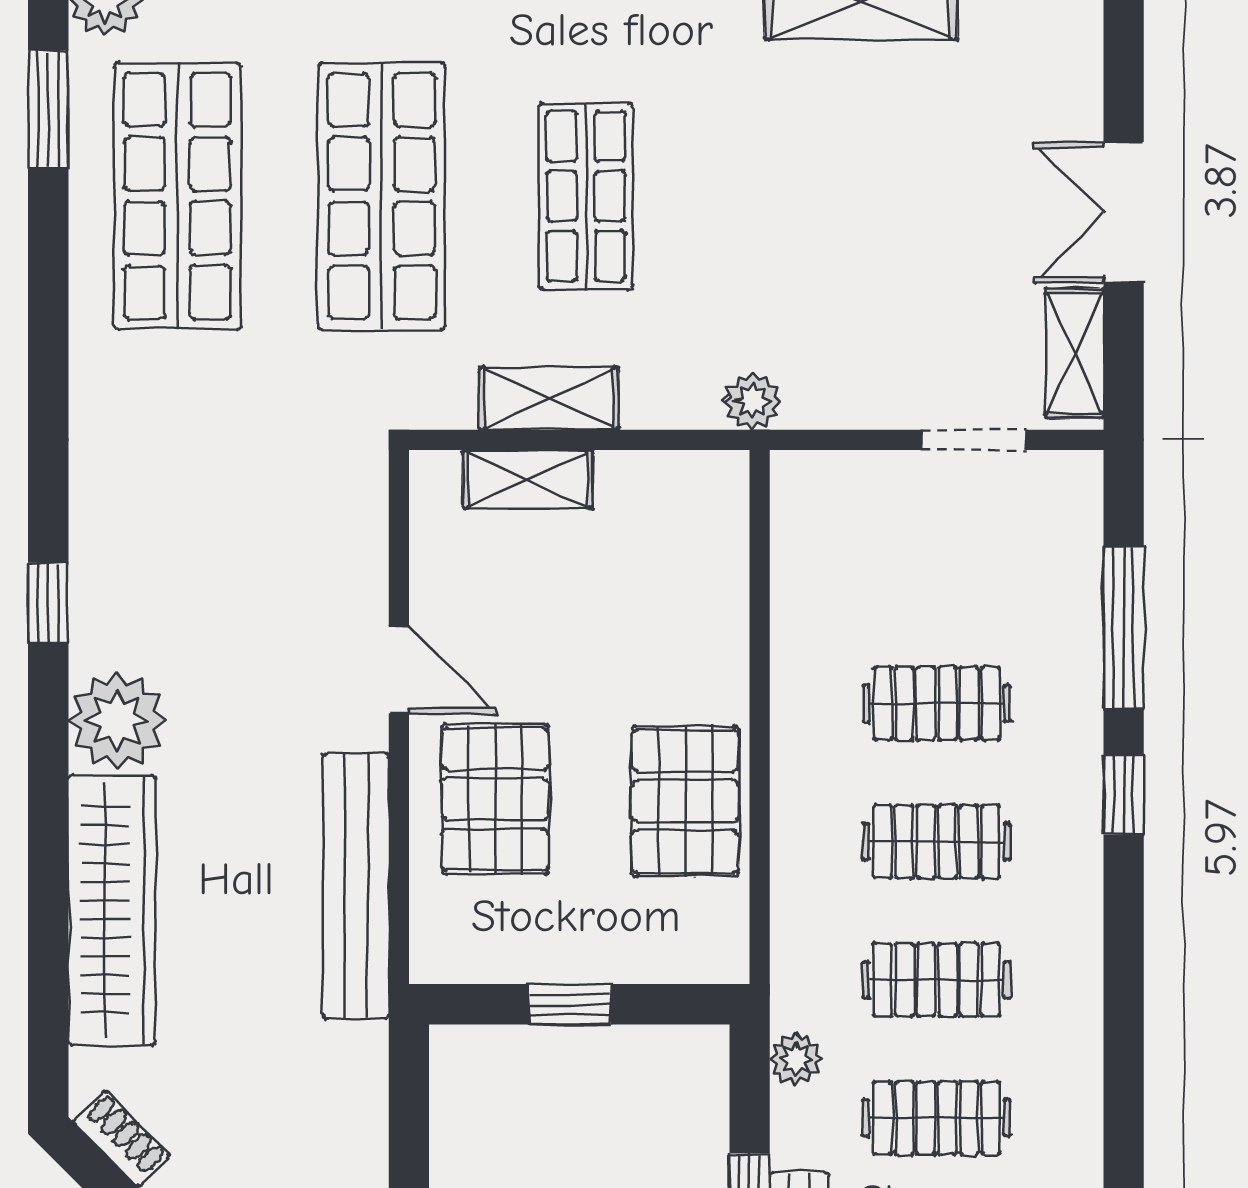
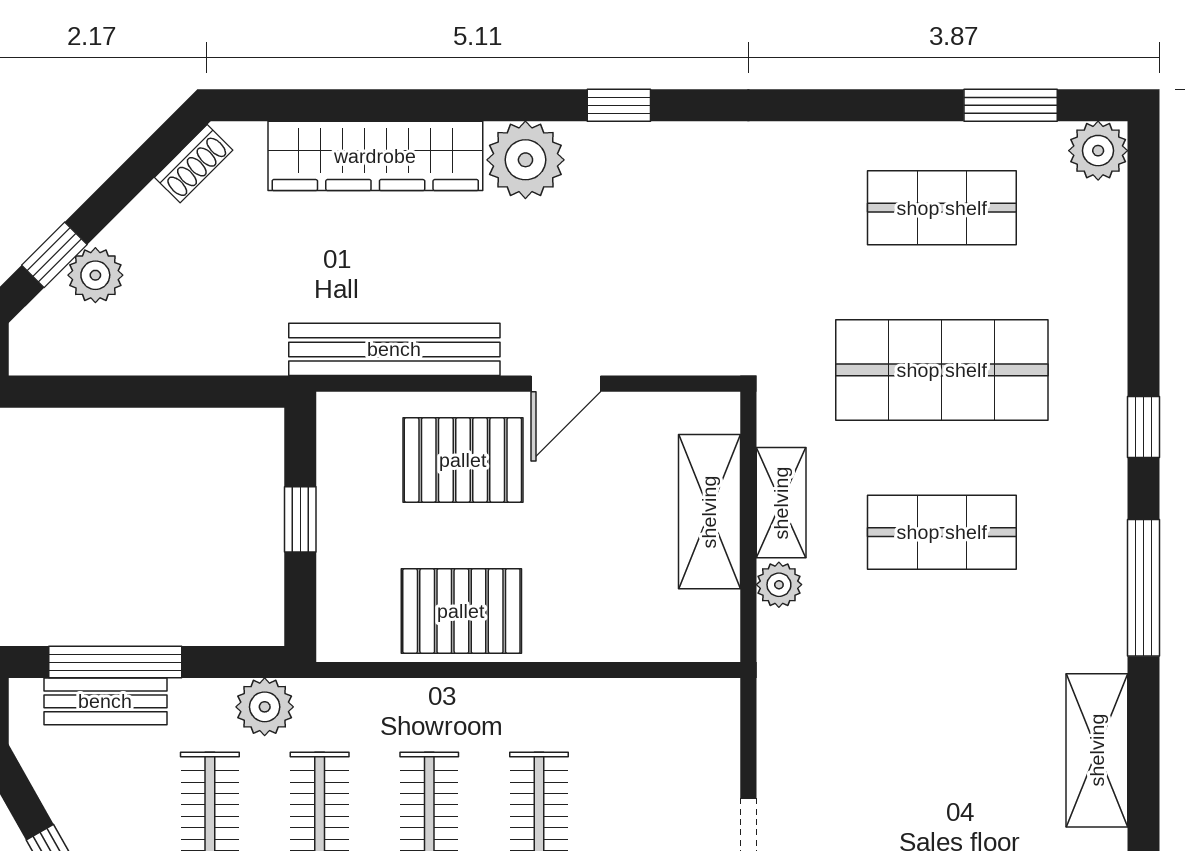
shop shelf: (177, 196) -> (942, 208), width x0.70, depth x0.74
plant: (752, 401) -> (779, 585), moved
shelving: (528, 479) -> (709, 512), width x1.50, depth x1.33
plant: (796, 1059) -> (265, 707), width x1.38, depth x1.38

